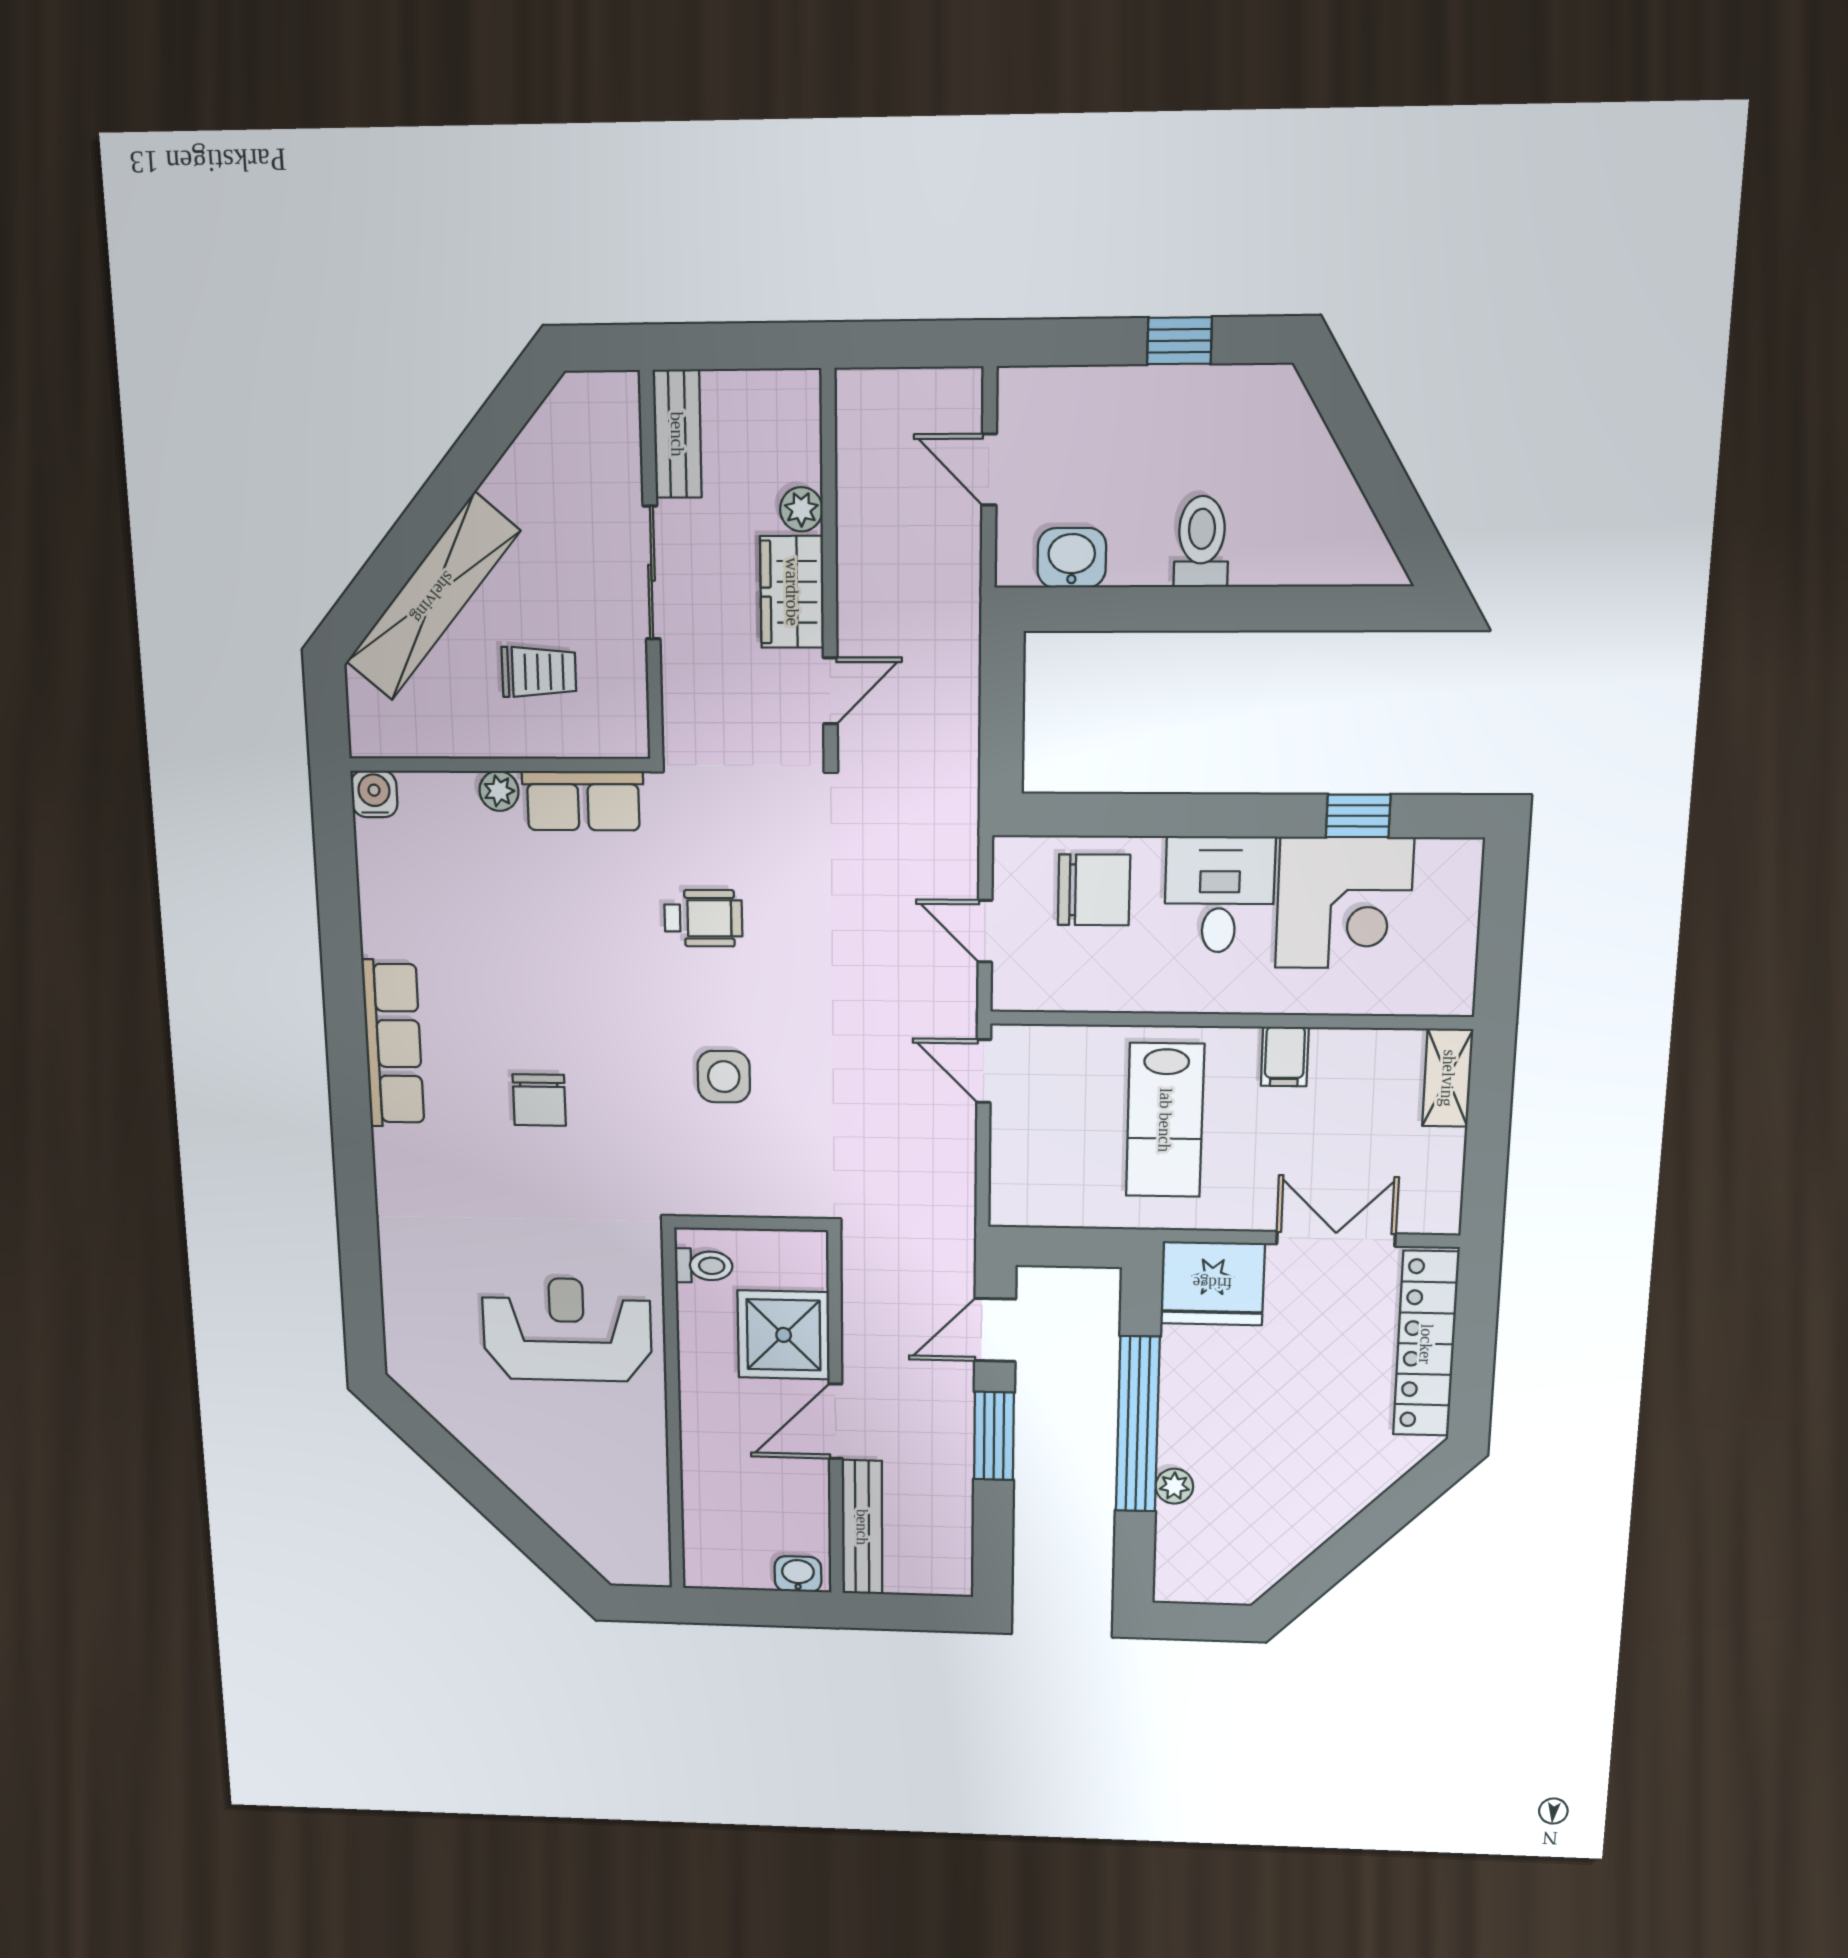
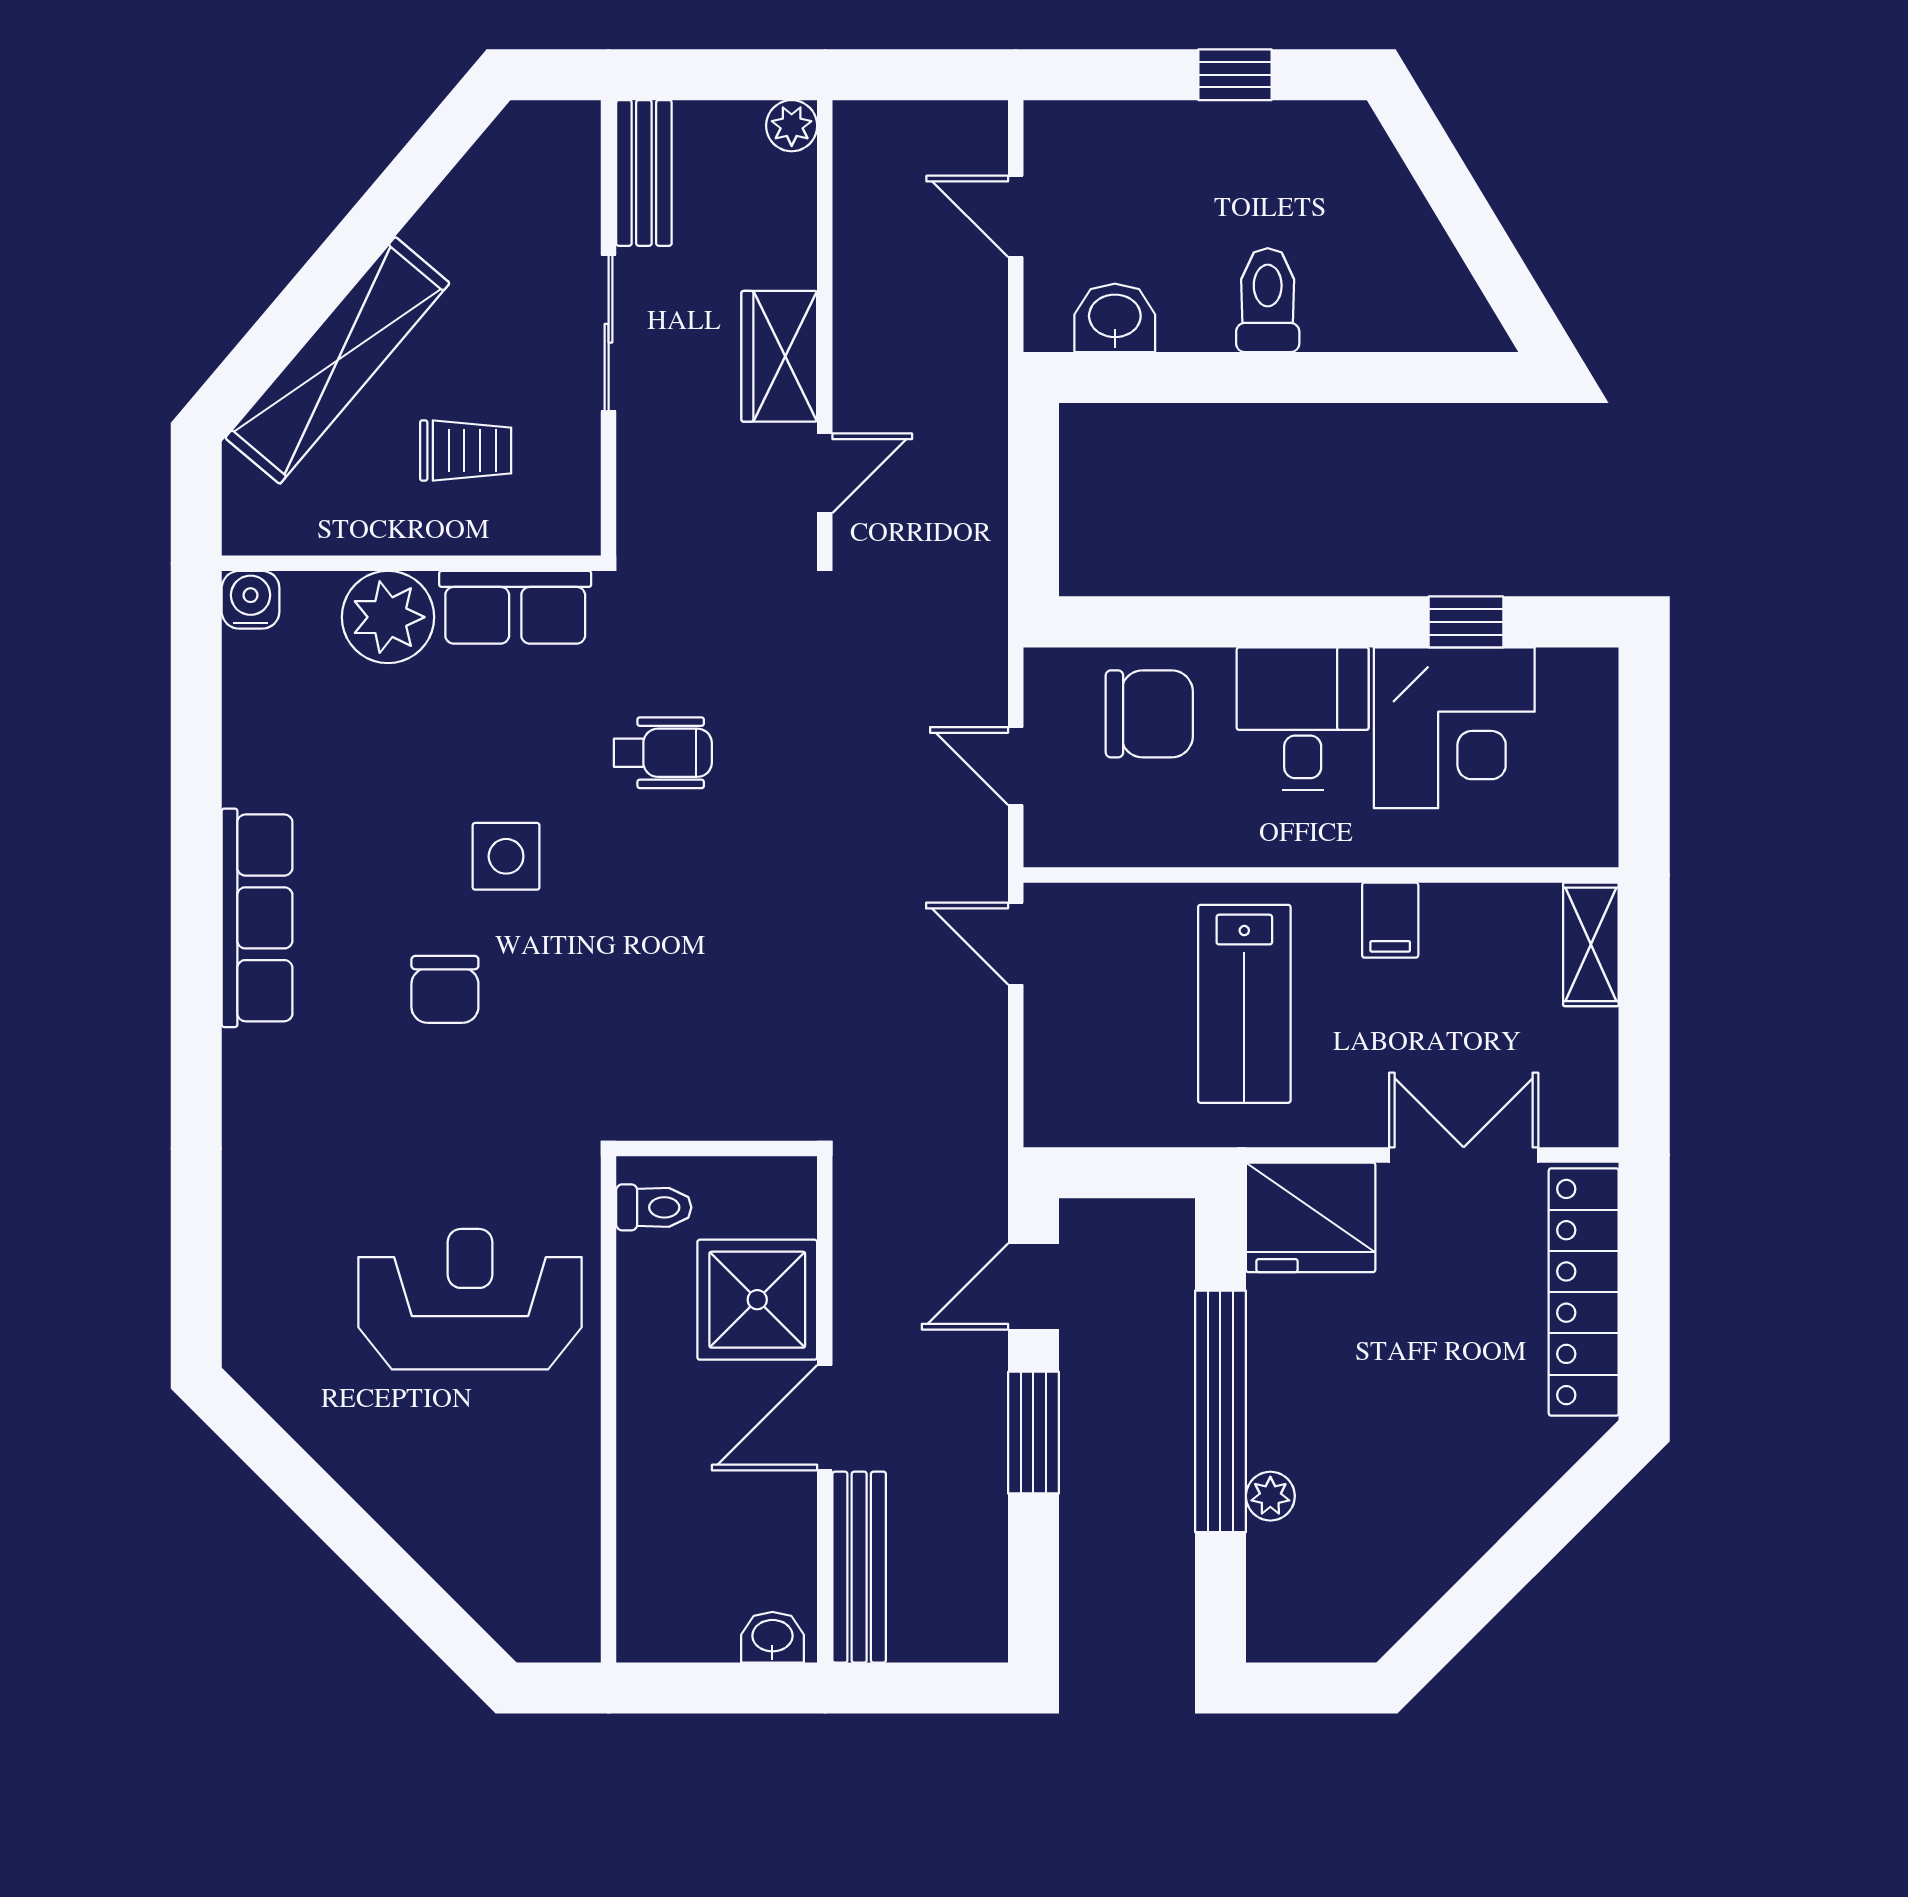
plant: (801, 509) -> (792, 126), moved
plant: (499, 791) -> (388, 617), width x1.88, depth x1.88
side table: (724, 1077) -> (506, 856), moved

